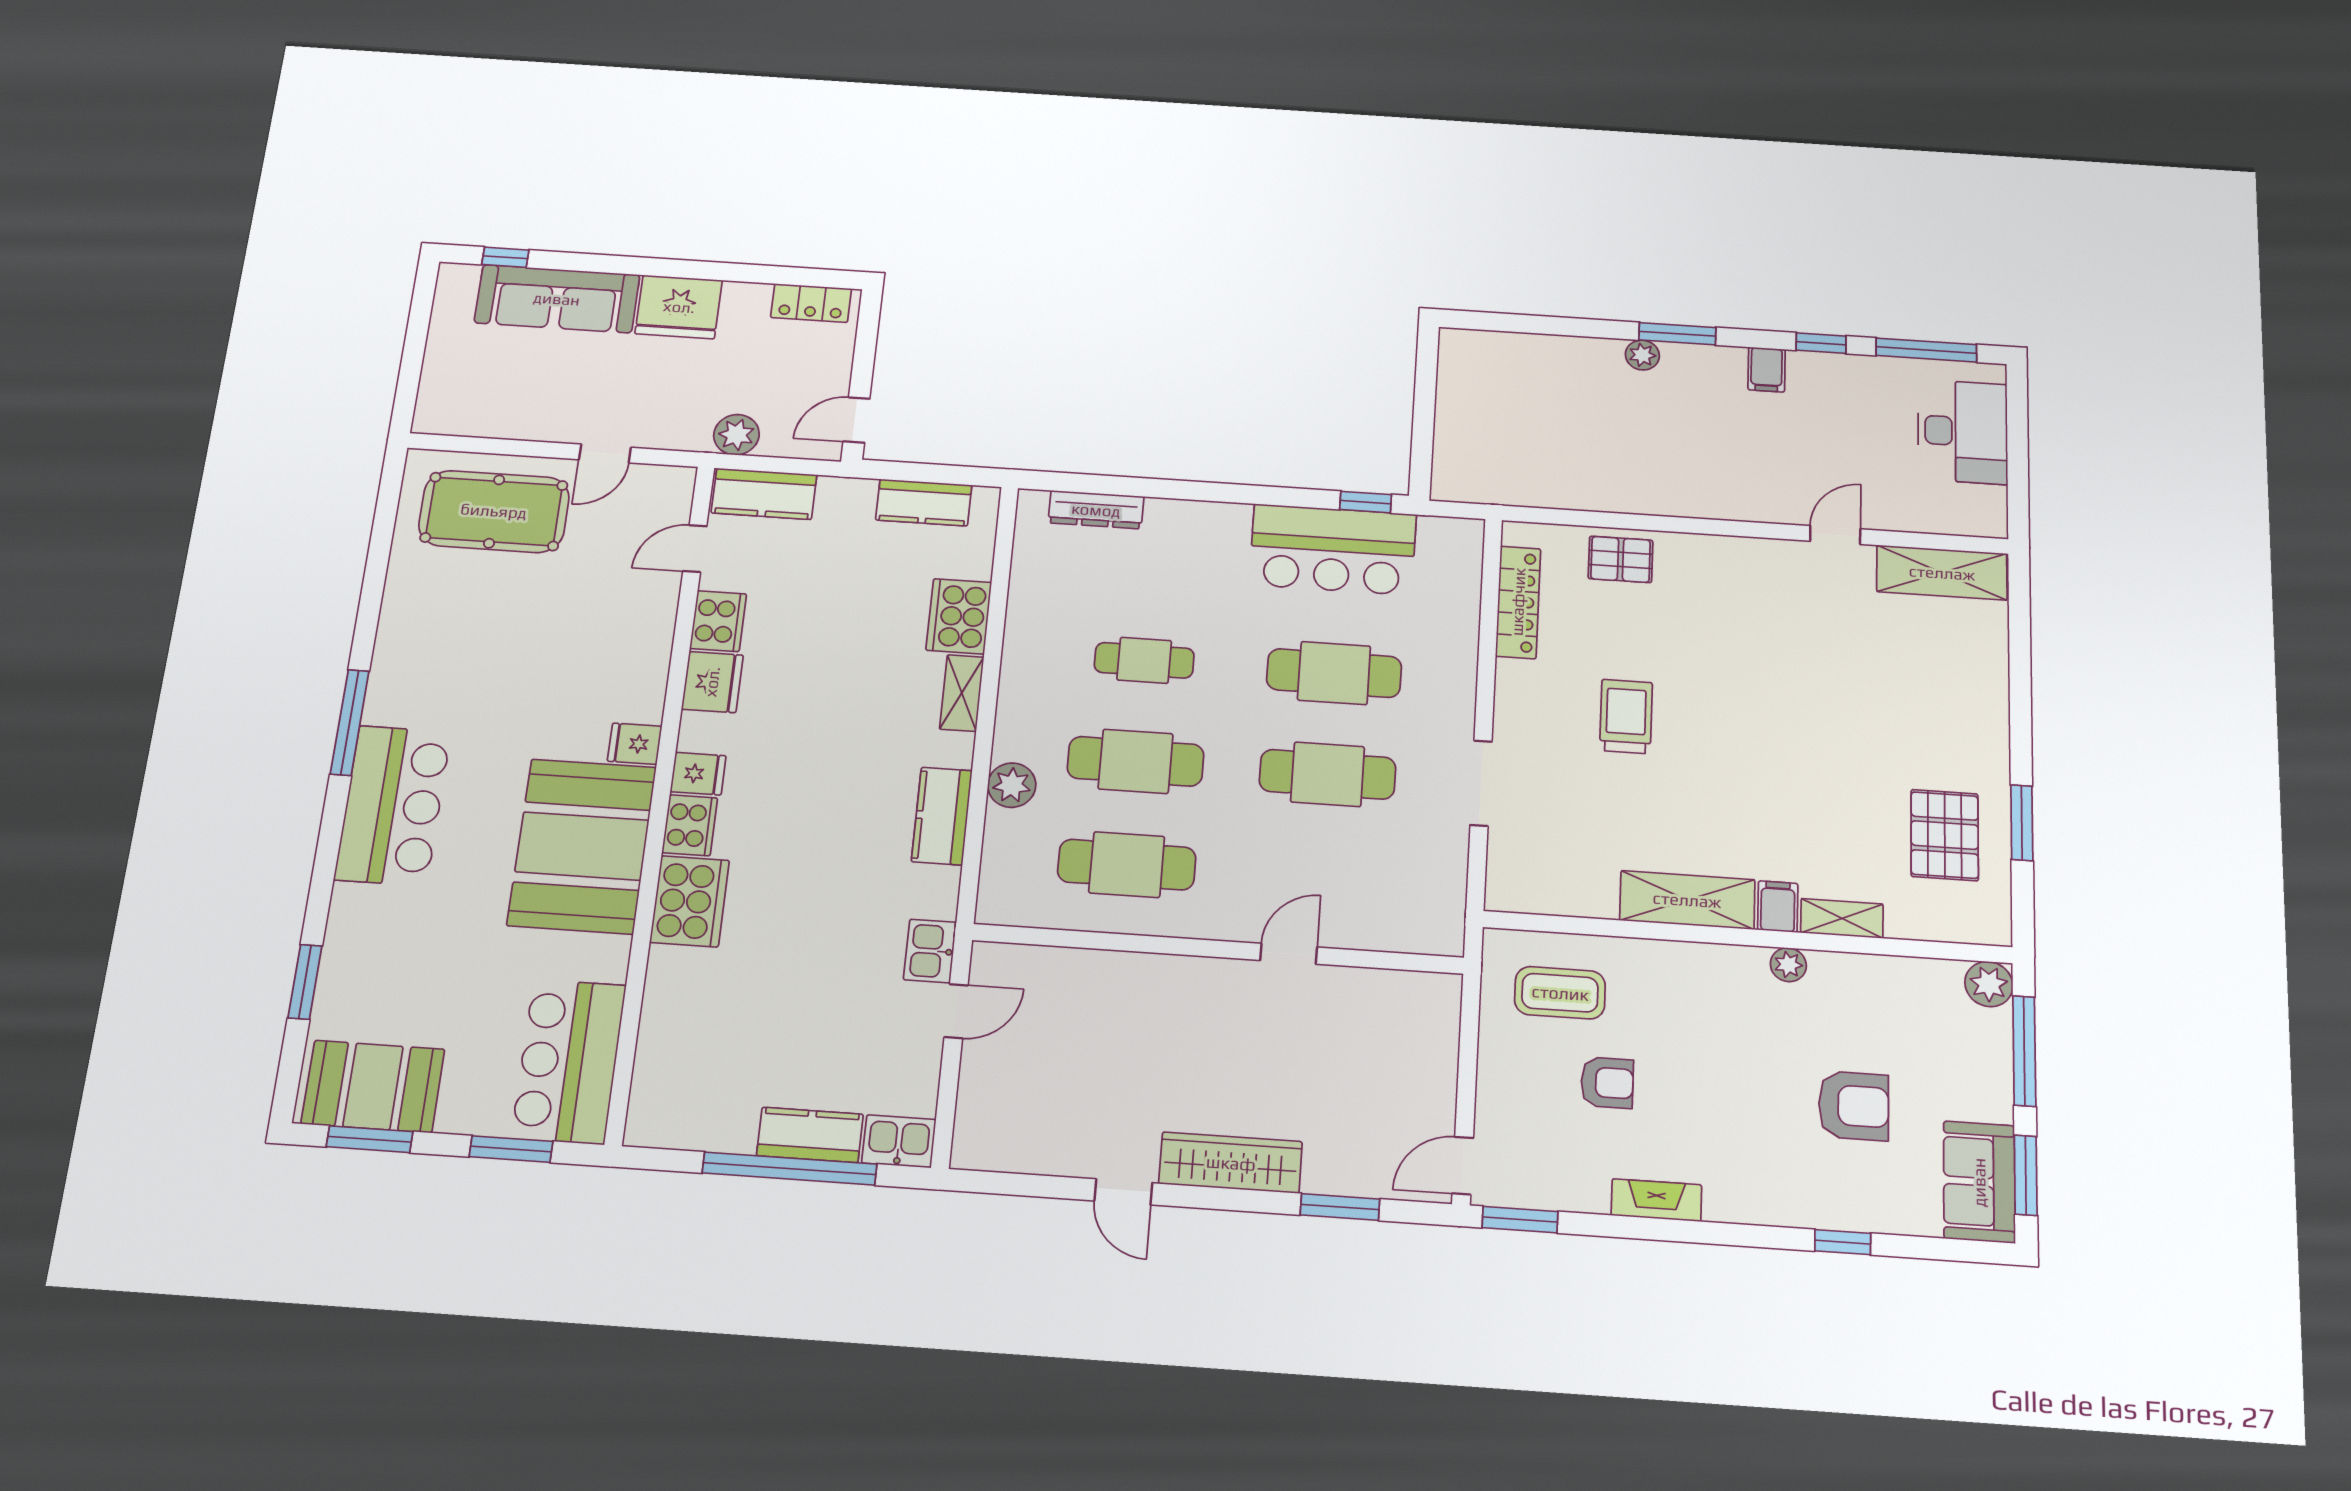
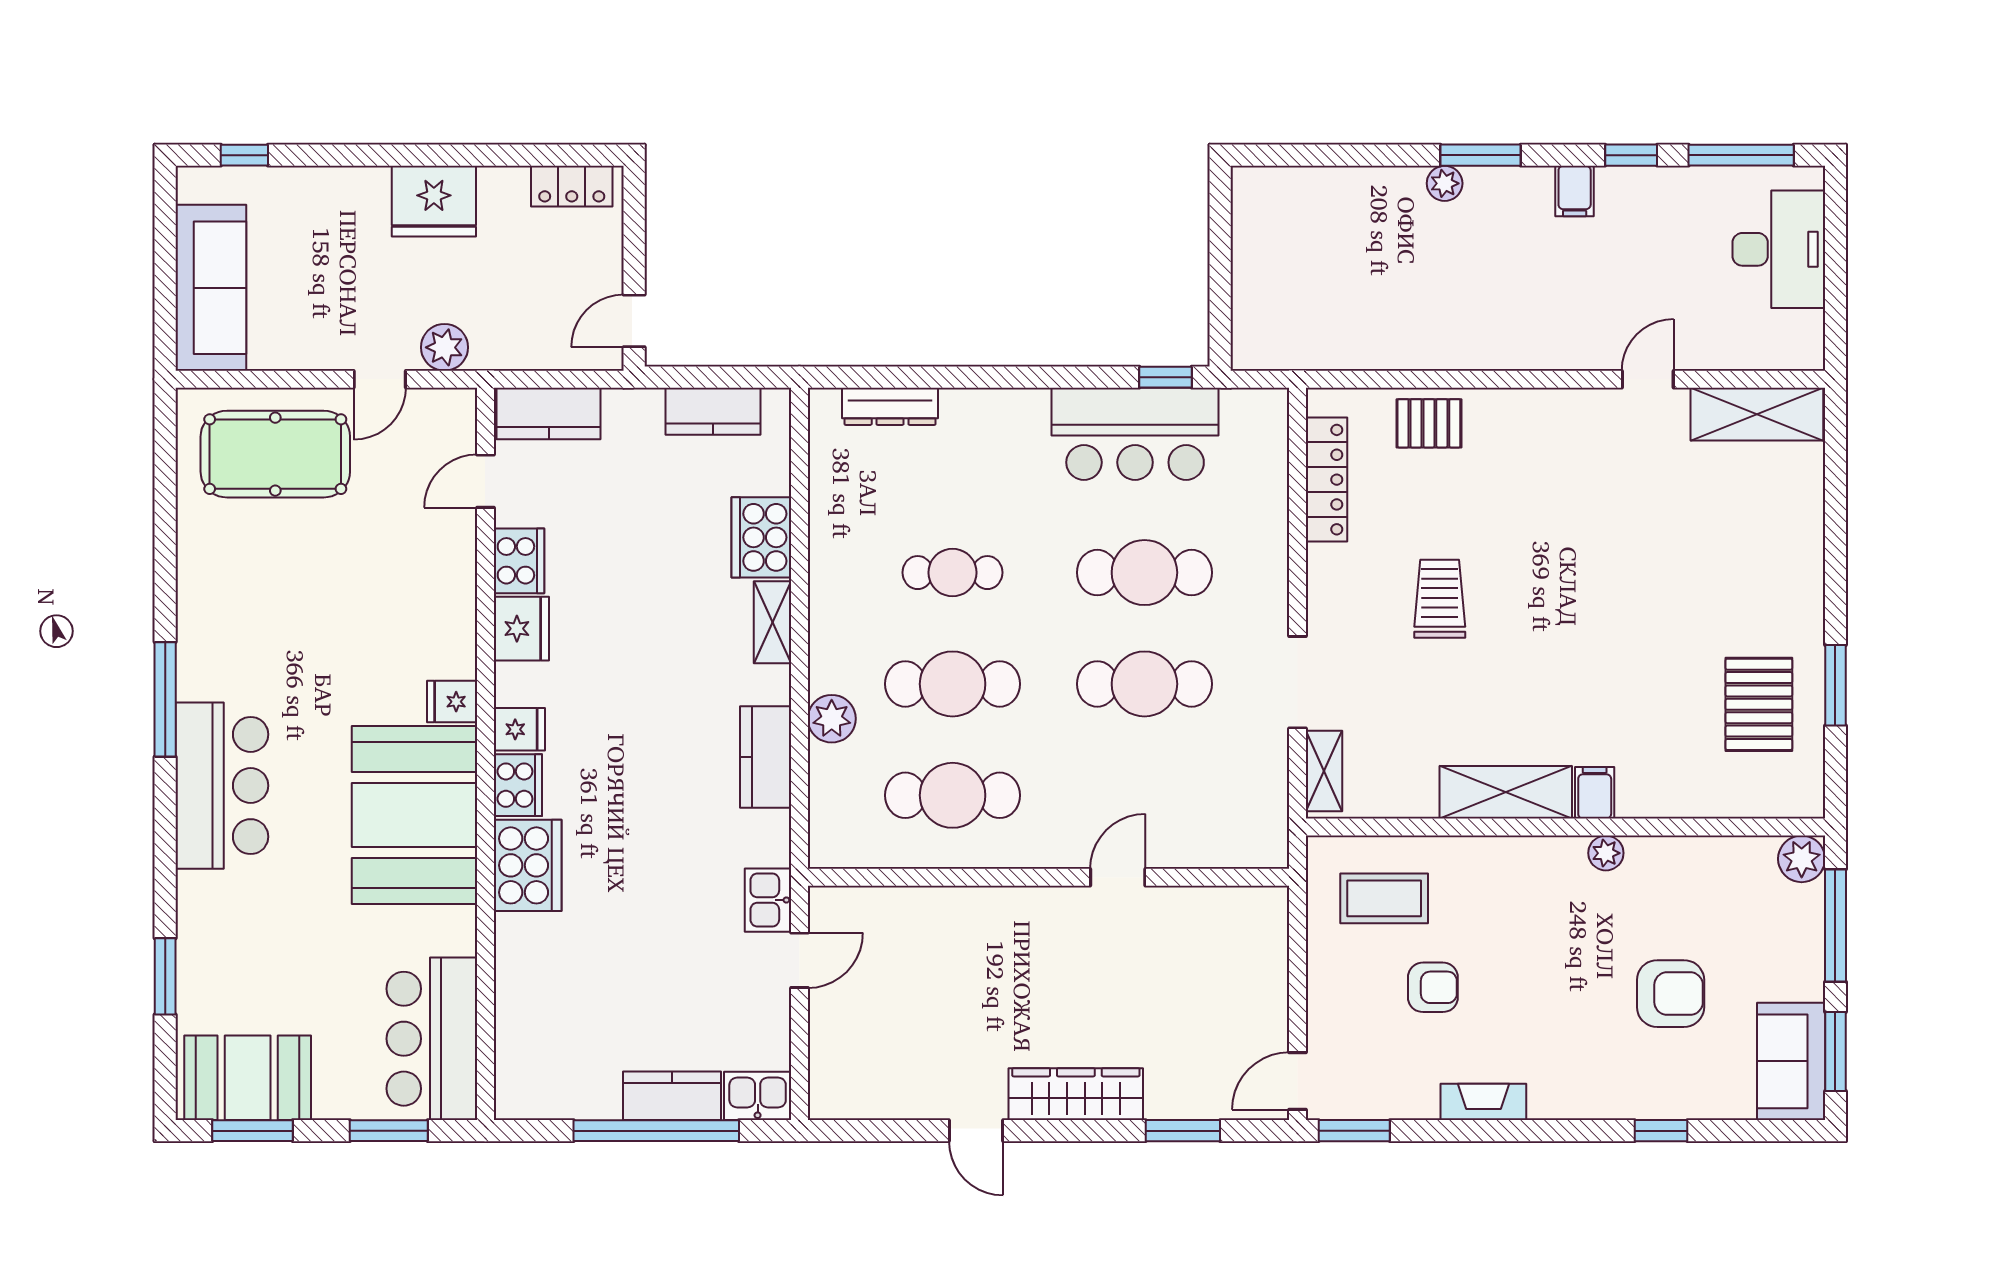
sofa: (557, 299) -> (211, 288), moved, turned -90
plant: (736, 435) -> (444, 347), moved
shelving: (1842, 918) -> (1324, 771), moved, turned 90

